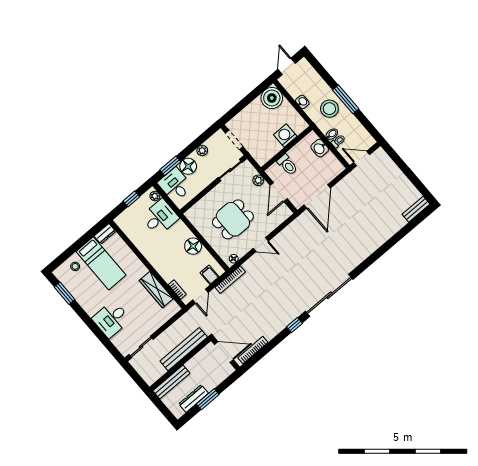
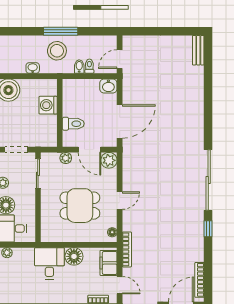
washbasin: (320, 148) -> (108, 86), moved
door: (317, 197) -> (120, 121), hinge flipped
plant: (283, 213) -> (109, 160), added
desk: (160, 217) -> (49, 263), moved
dining table: (233, 219) -> (80, 206), turned 90
filing cabinet: (209, 275) -> (108, 263), width x2.00

